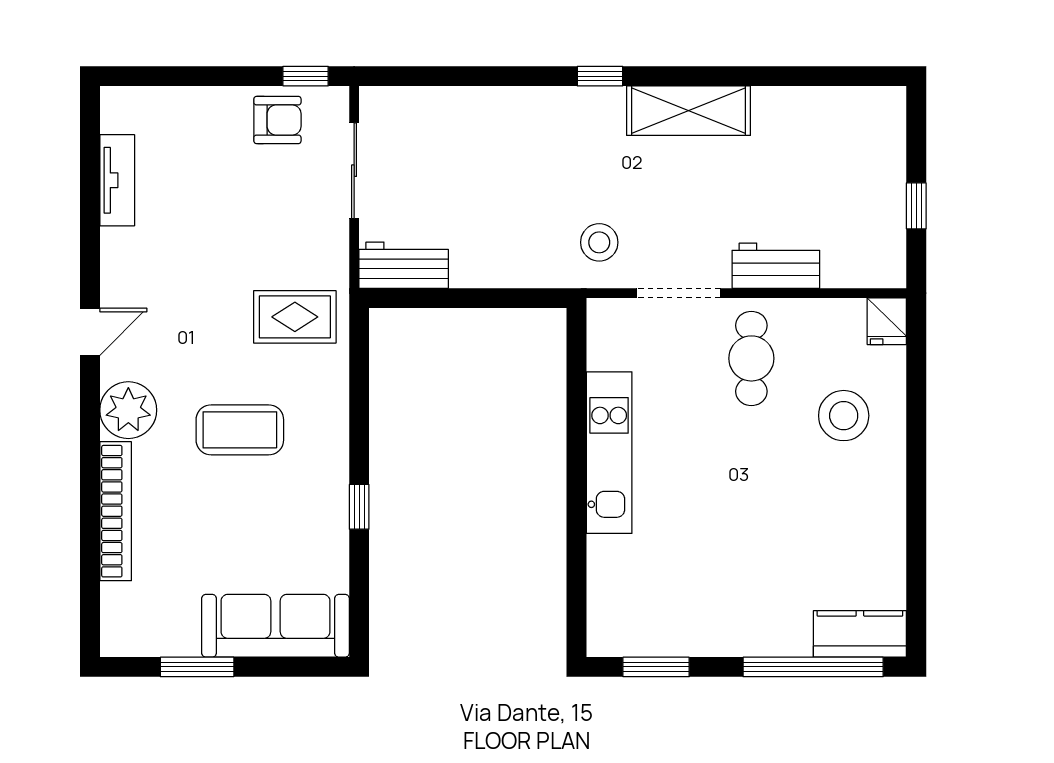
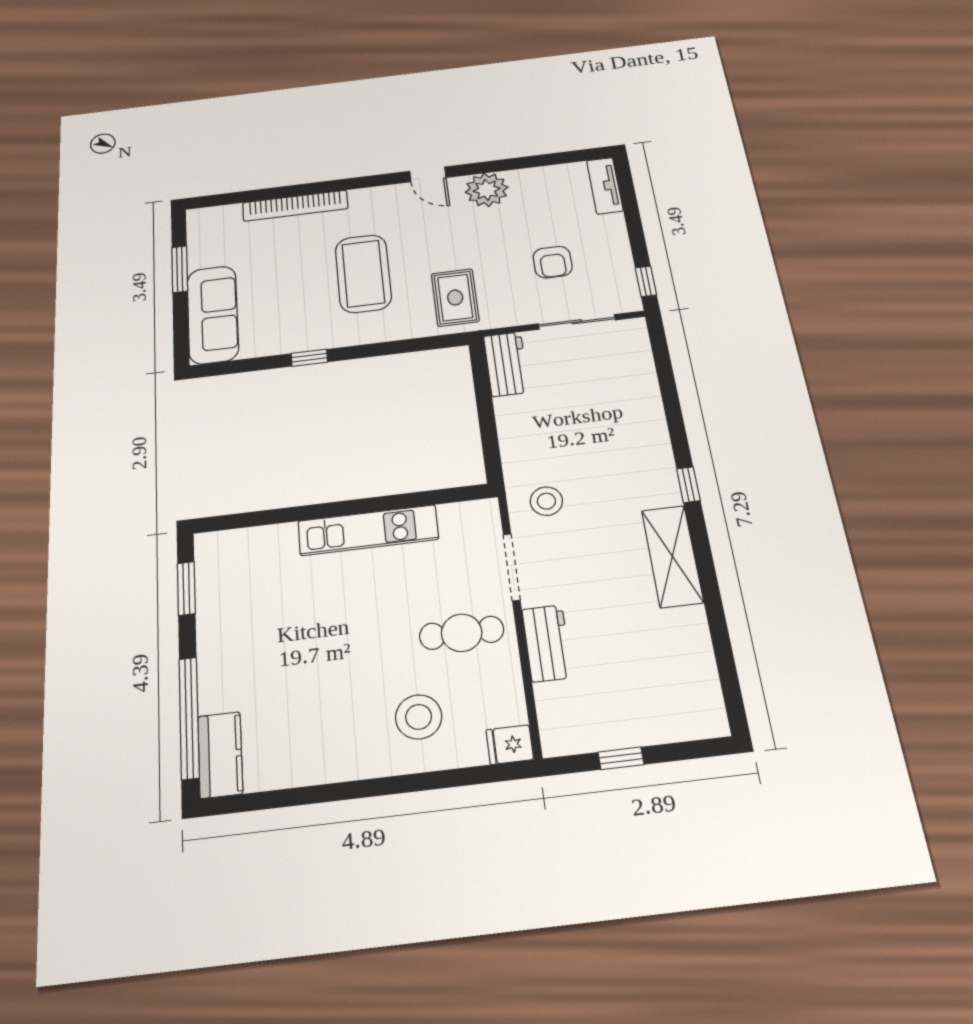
armchair: (277, 120) -> (553, 262), moved
tv unit: (117, 180) -> (605, 186), moved, turned 90
plant: (128, 410) -> (487, 190), moved
coffee table: (240, 430) -> (363, 273), width x1.36, depth x1.32

